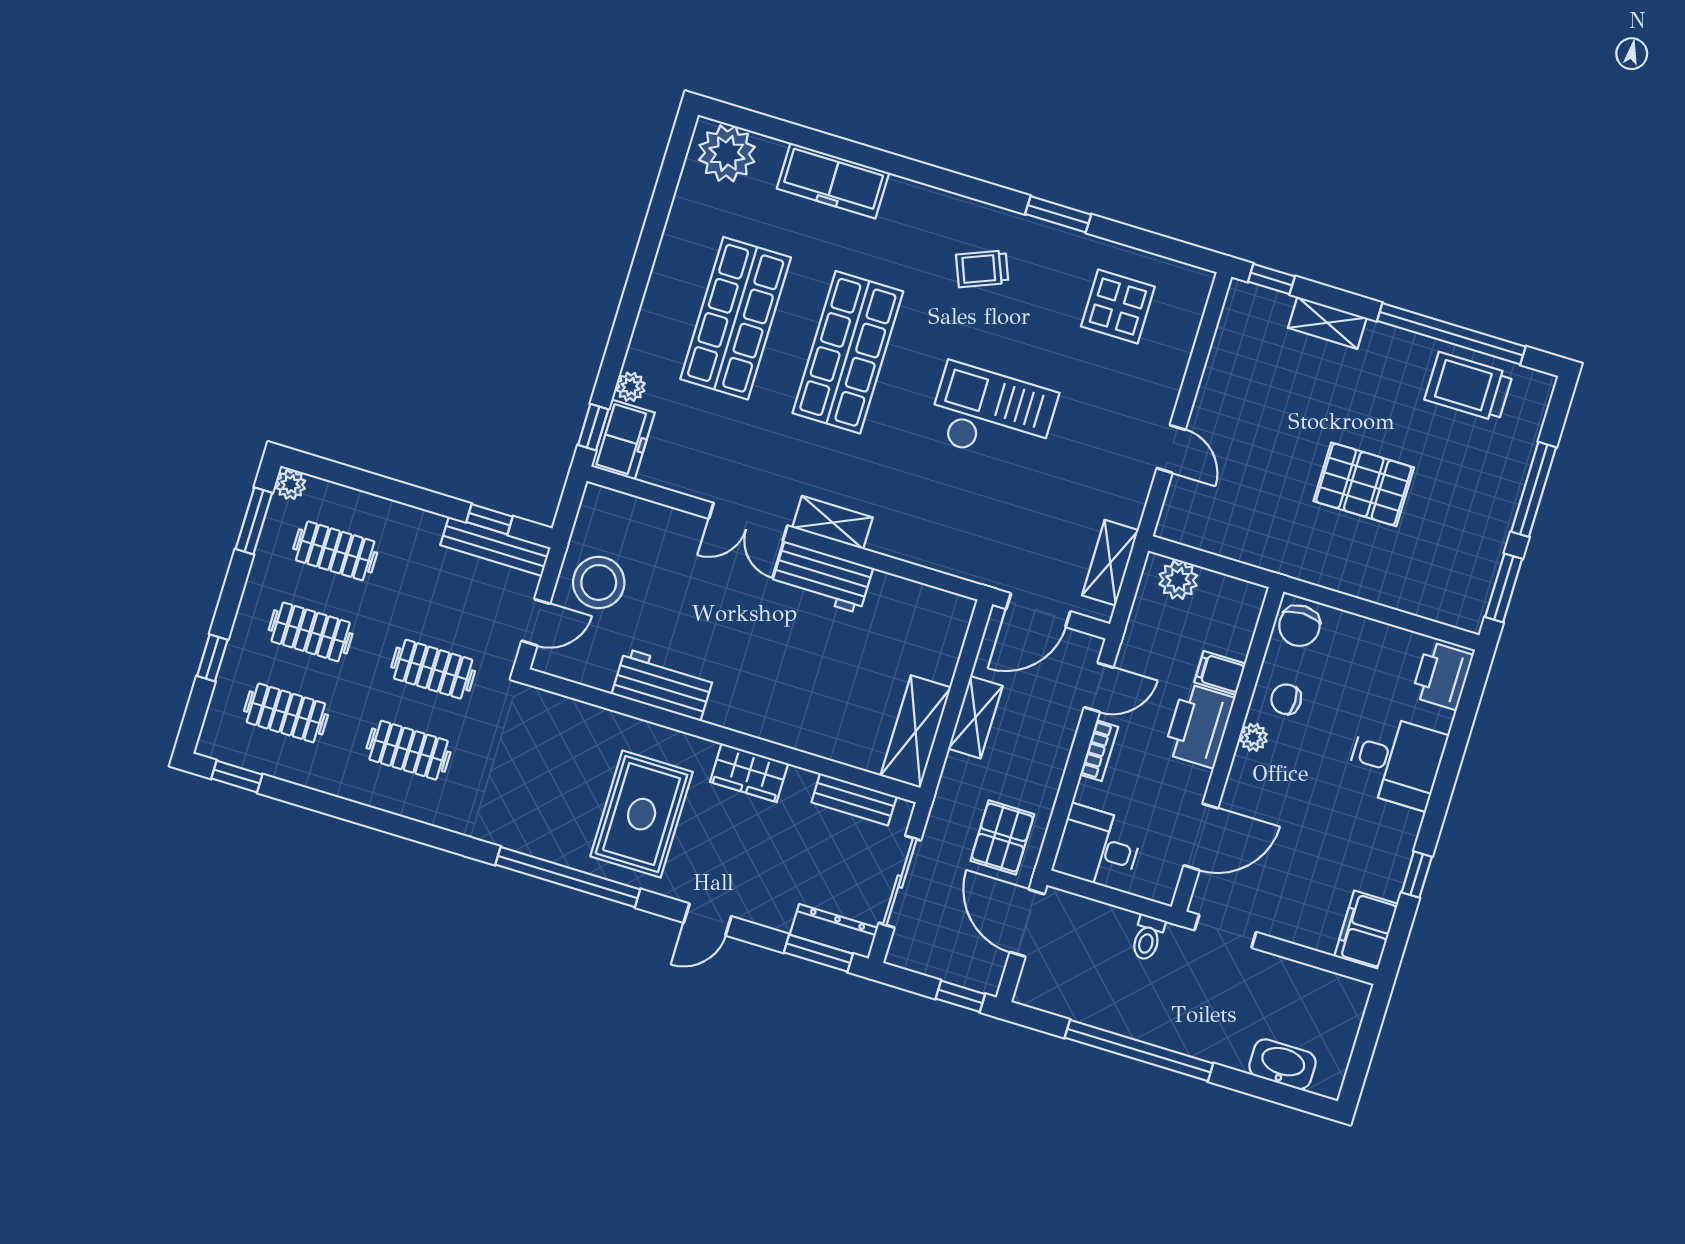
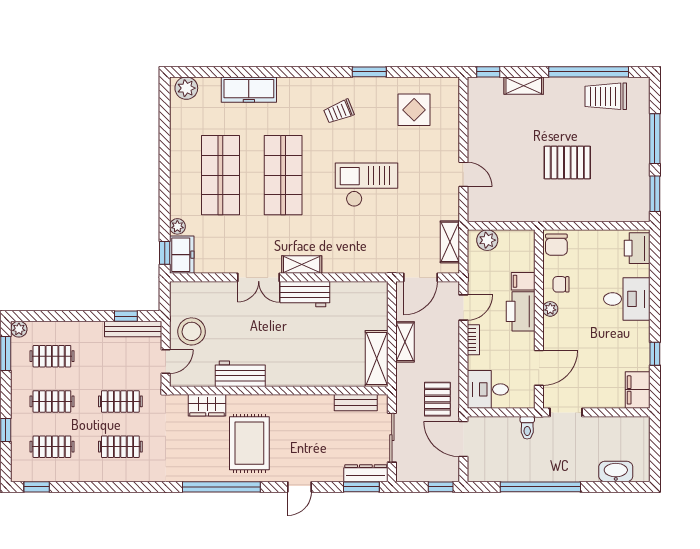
plant: (727, 153) -> (186, 88), width x0.73, depth x0.73
wardrobe: (749, 773) -> (207, 405), moved

